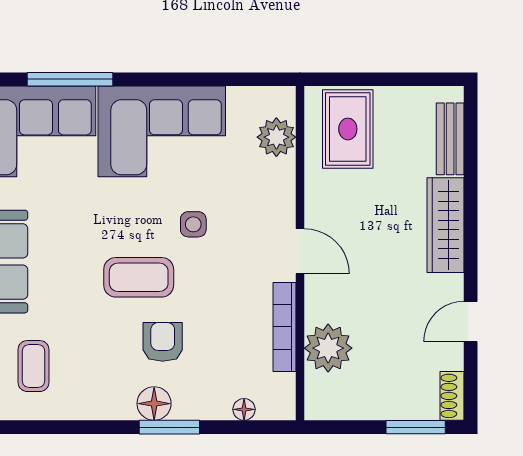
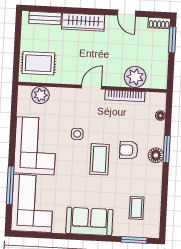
coffee table: (34, 366) -> (136, 208), turned 90

